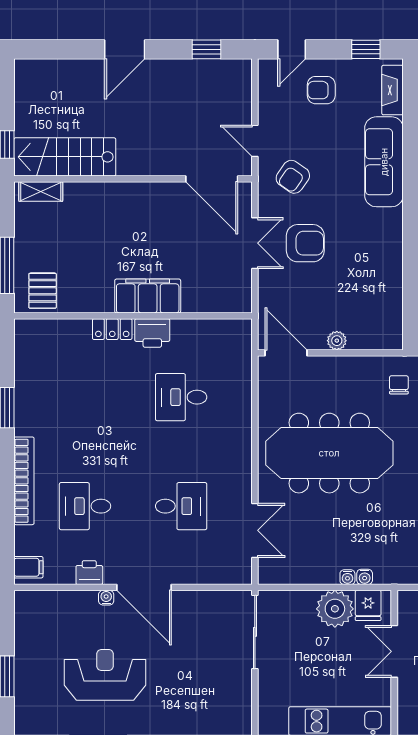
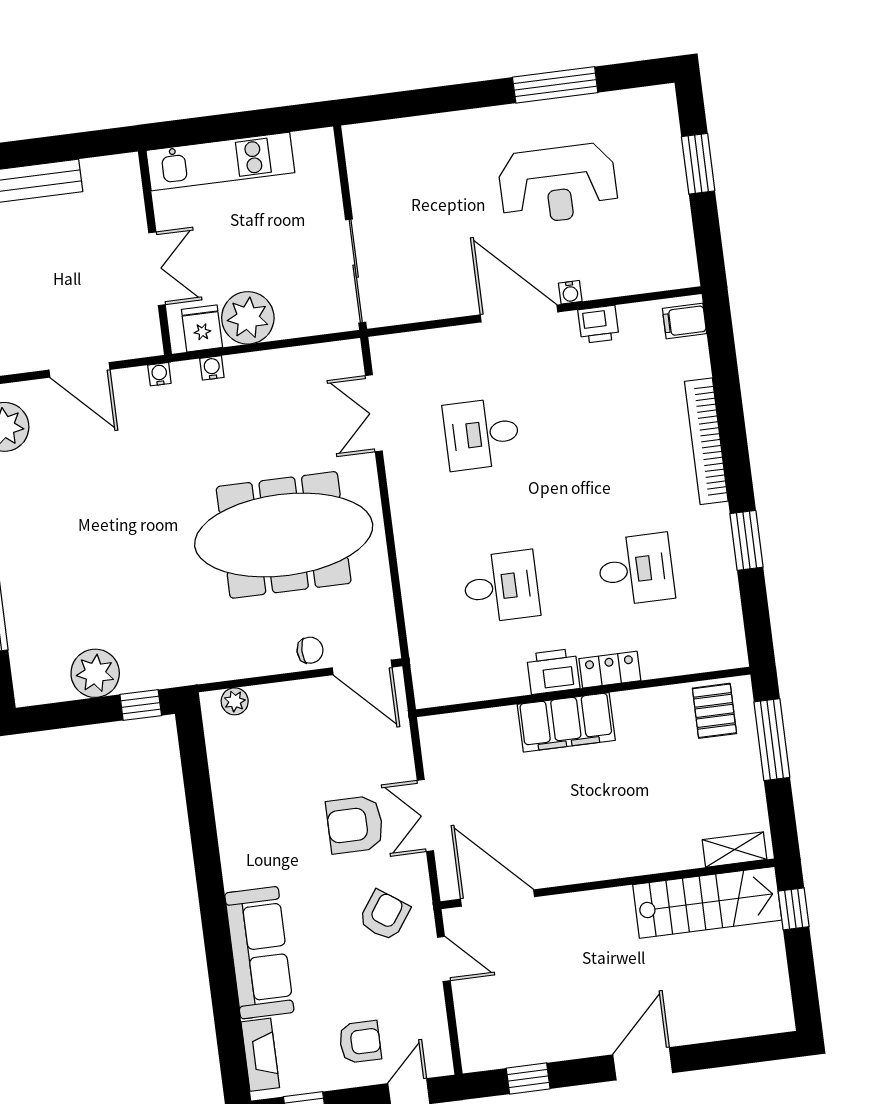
plant: (337, 341) -> (235, 701), moved
chair: (399, 385) -> (310, 650), moved, turned -90
desk: (85, 506) -> (636, 569), moved
water cooler: (347, 577) -> (159, 374), moved

